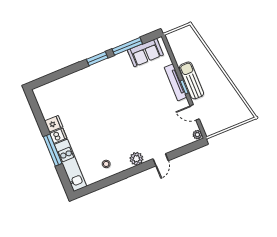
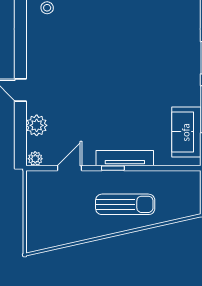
sun lounger: (191, 80) -> (125, 204), moved
plant: (136, 159) -> (37, 125), moved

